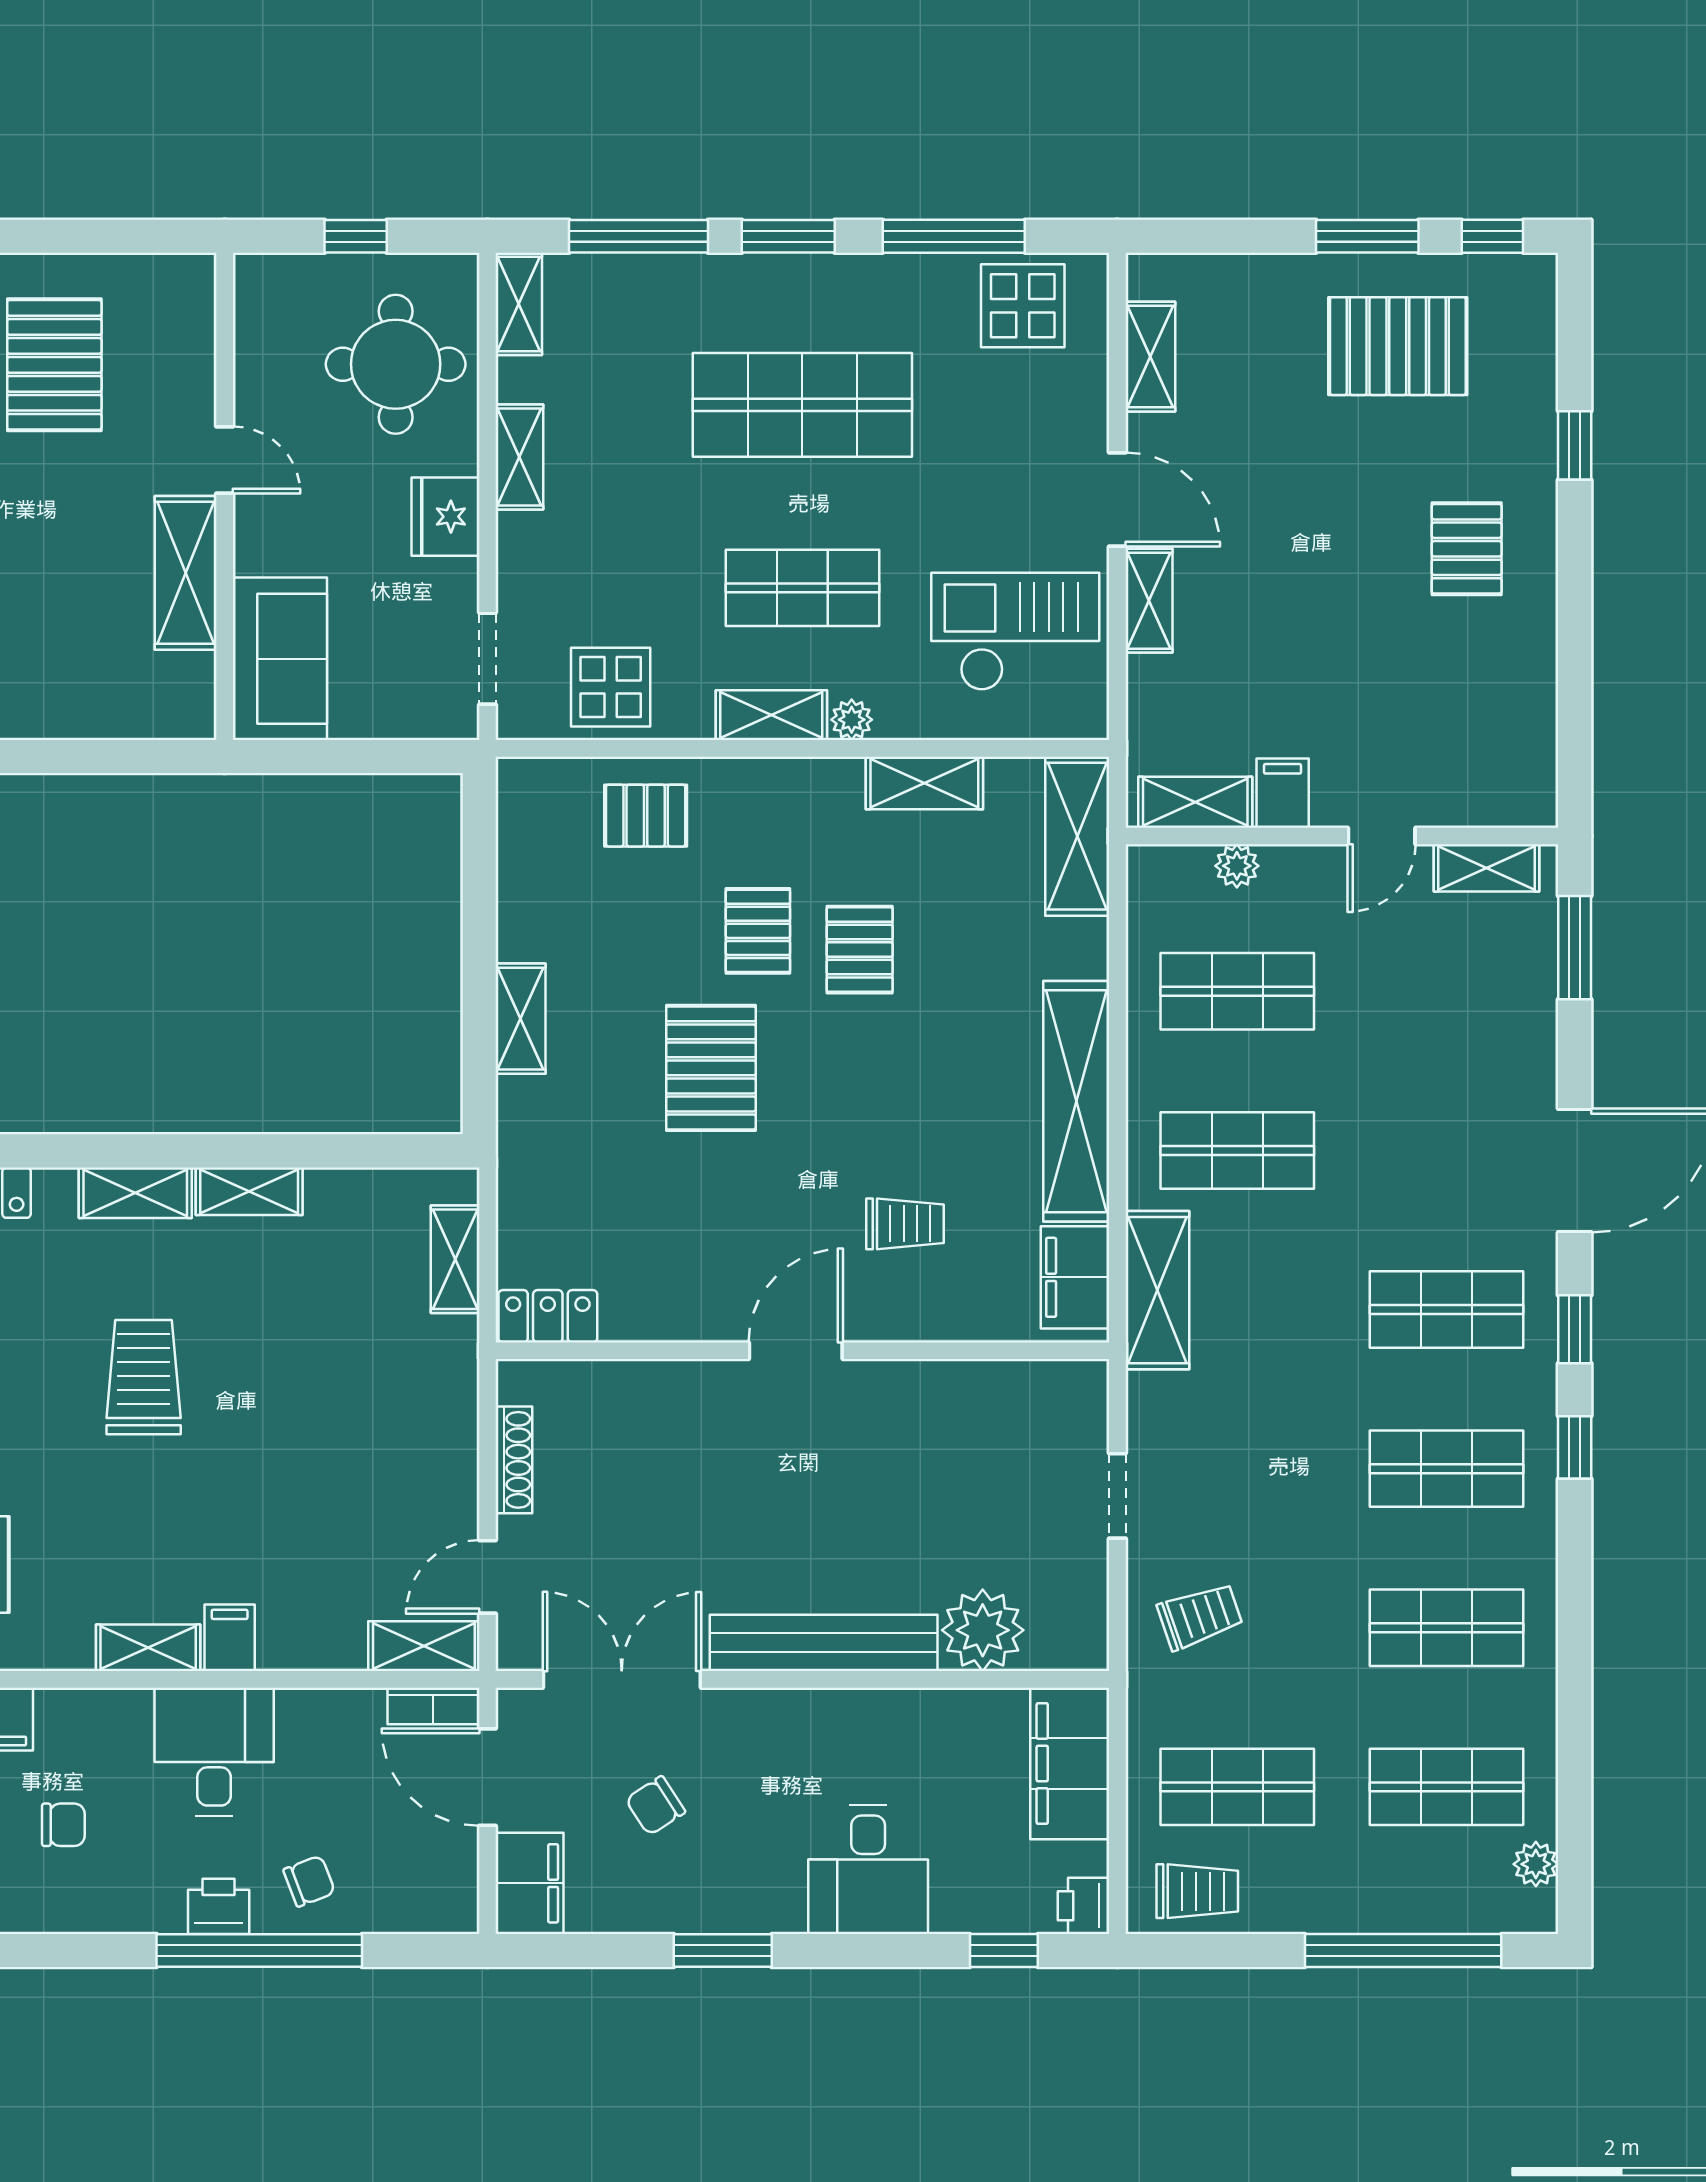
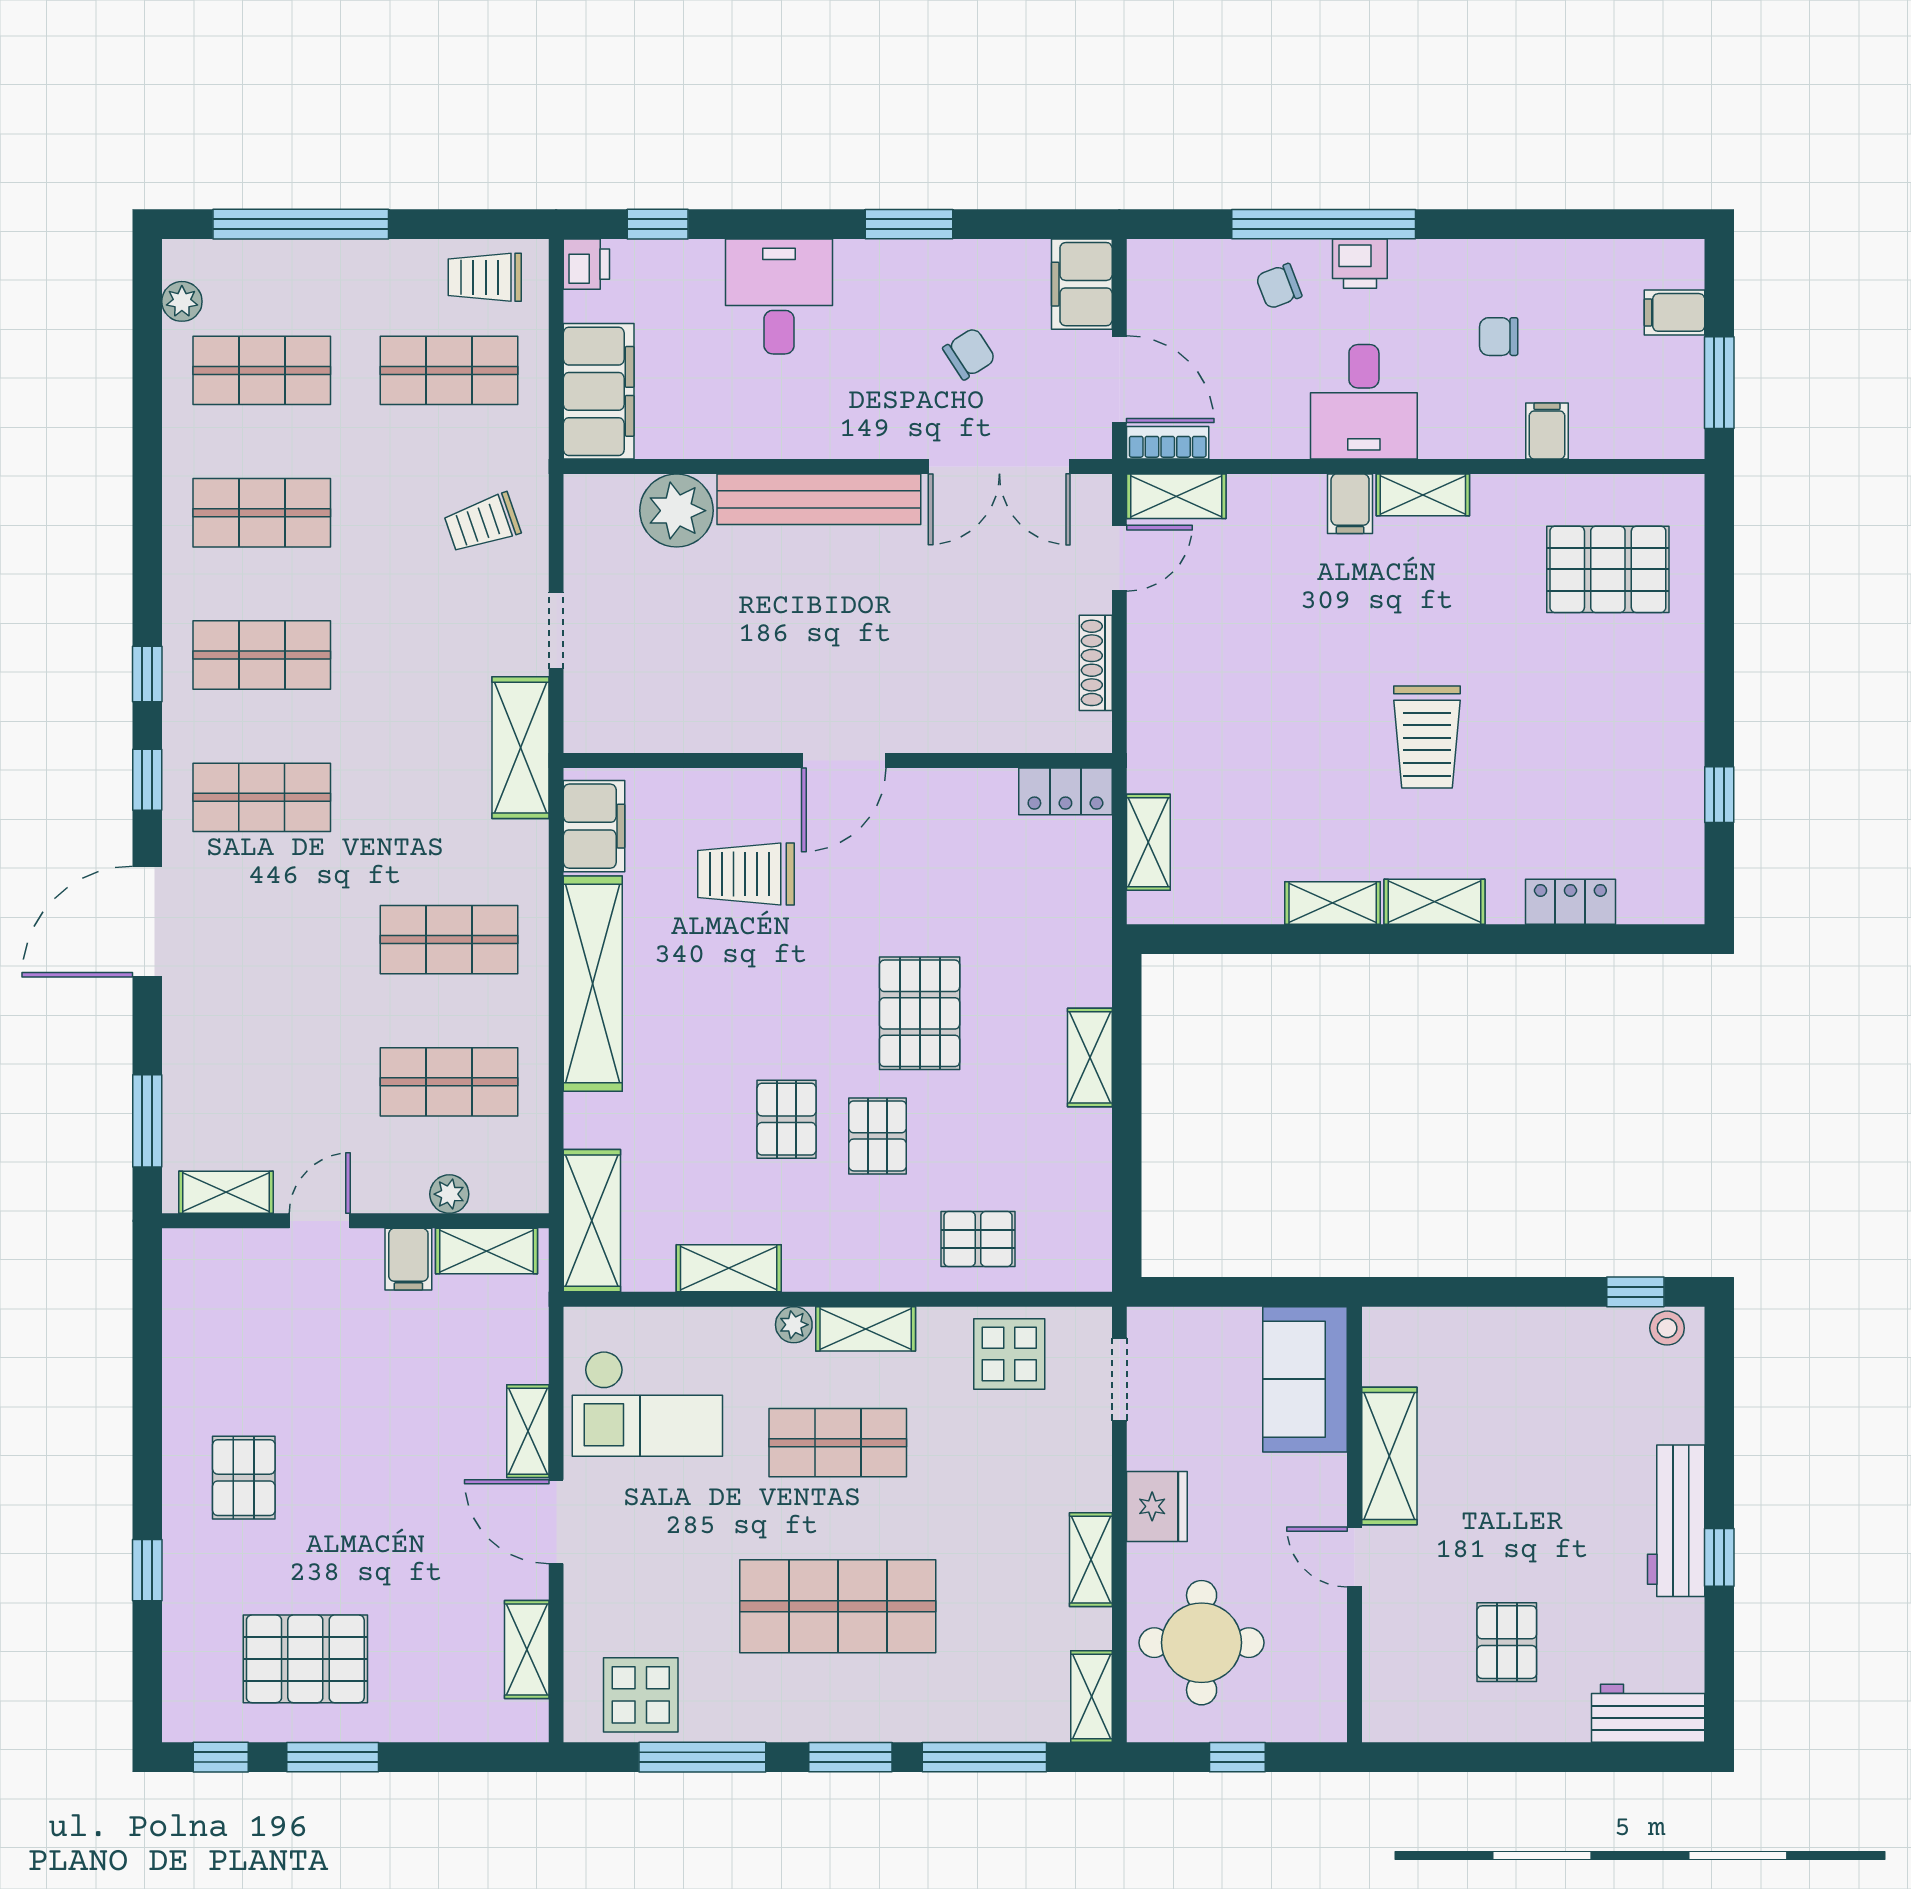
pallet: (54, 365) -> (1507, 1642), width x0.67, depth x0.71
trolley: (905, 1224) -> (746, 874), width x1.36, depth x1.39
shelving: (1157, 1290) -> (520, 748), moved

